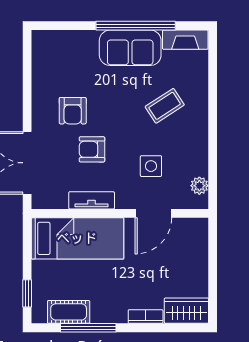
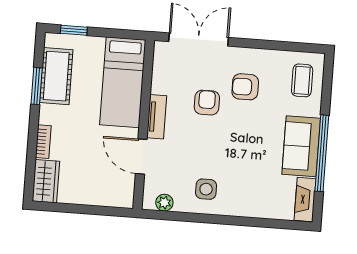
coffee table: (165, 106) -> (302, 80), moved, turned 33
side table: (151, 166) -> (206, 189), moved
tv unit: (92, 200) -> (157, 117), moved
cot: (69, 312) -> (56, 76), width x1.37, depth x1.34
window: (88, 328) -> (37, 86), width x0.69

